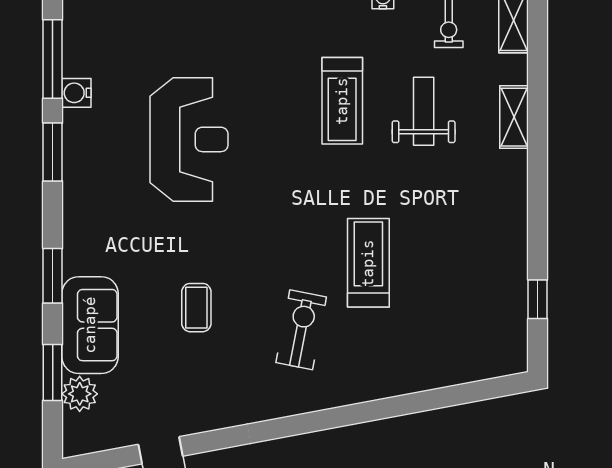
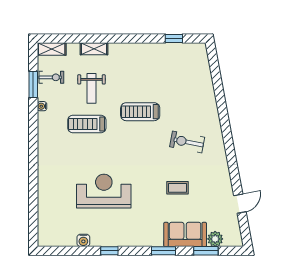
window: (53, 59) -> (69, 251), removed
treadmill: (342, 101) -> (87, 124), turned 180
weight bench: (424, 111) -> (91, 88), turned -90
window: (53, 152) -> (109, 251), width x0.67
treadmill: (368, 263) -> (140, 112), moved

